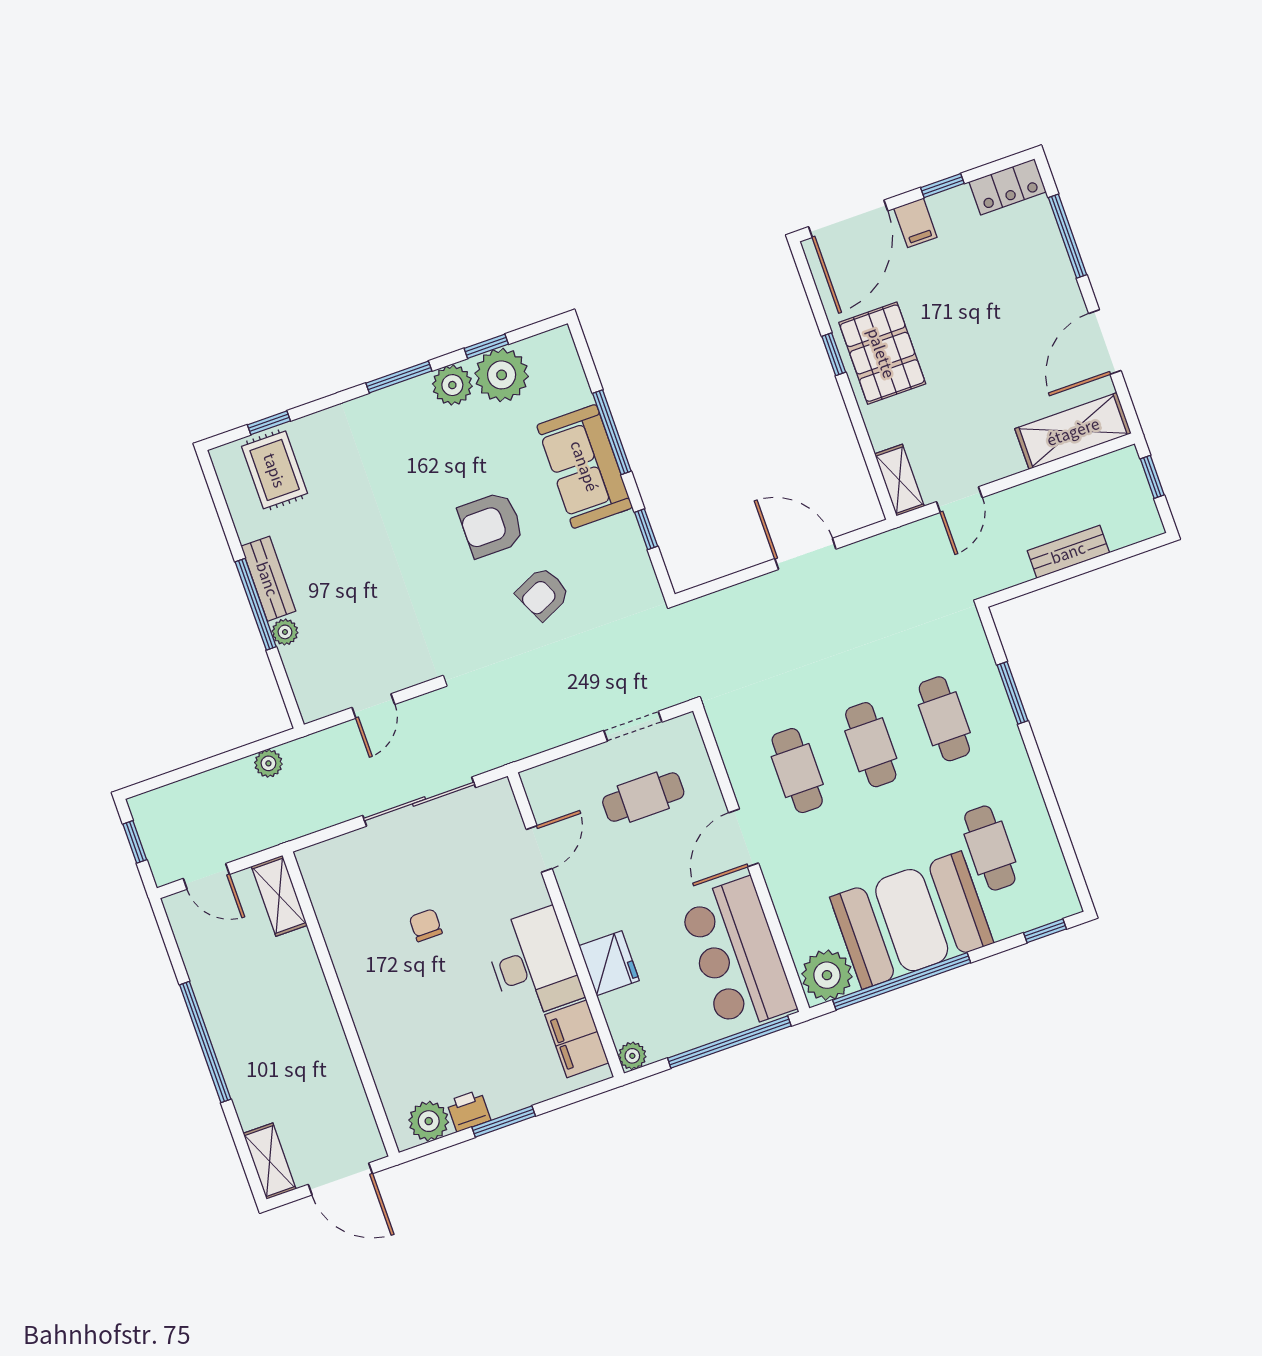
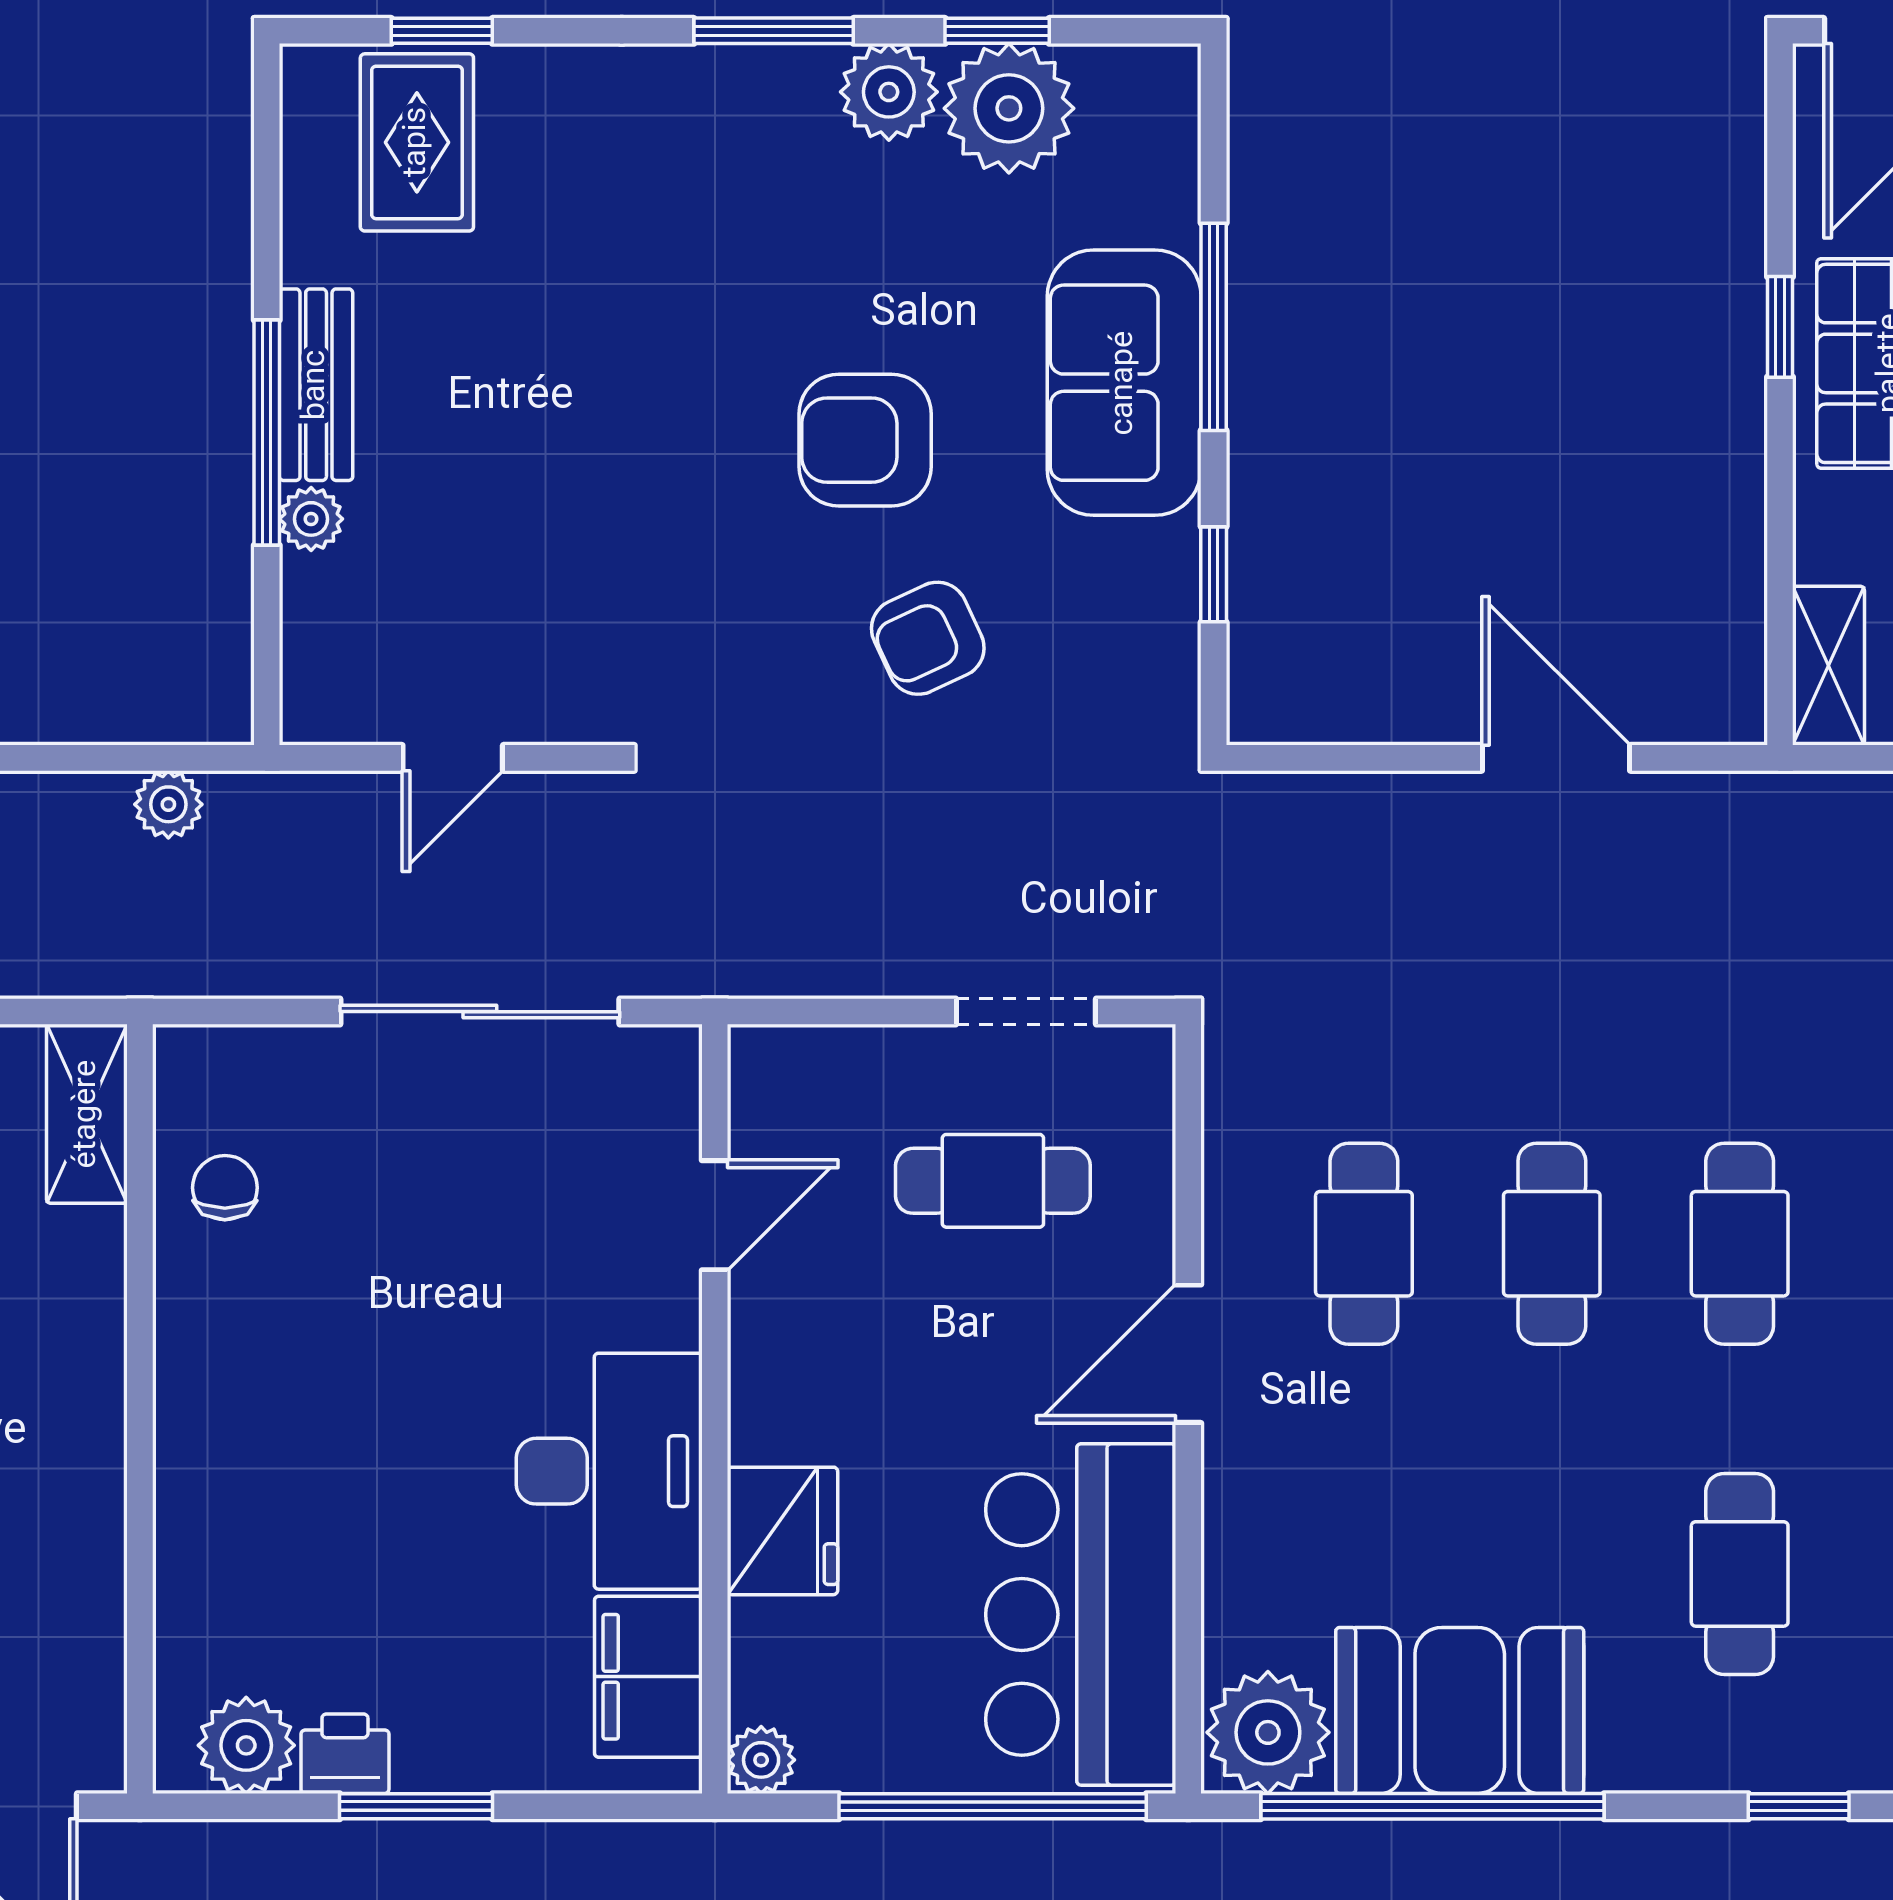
booth: (912, 920) -> (1460, 1710), width x0.73, depth x0.70
chair: (426, 925) -> (225, 1188), moved

